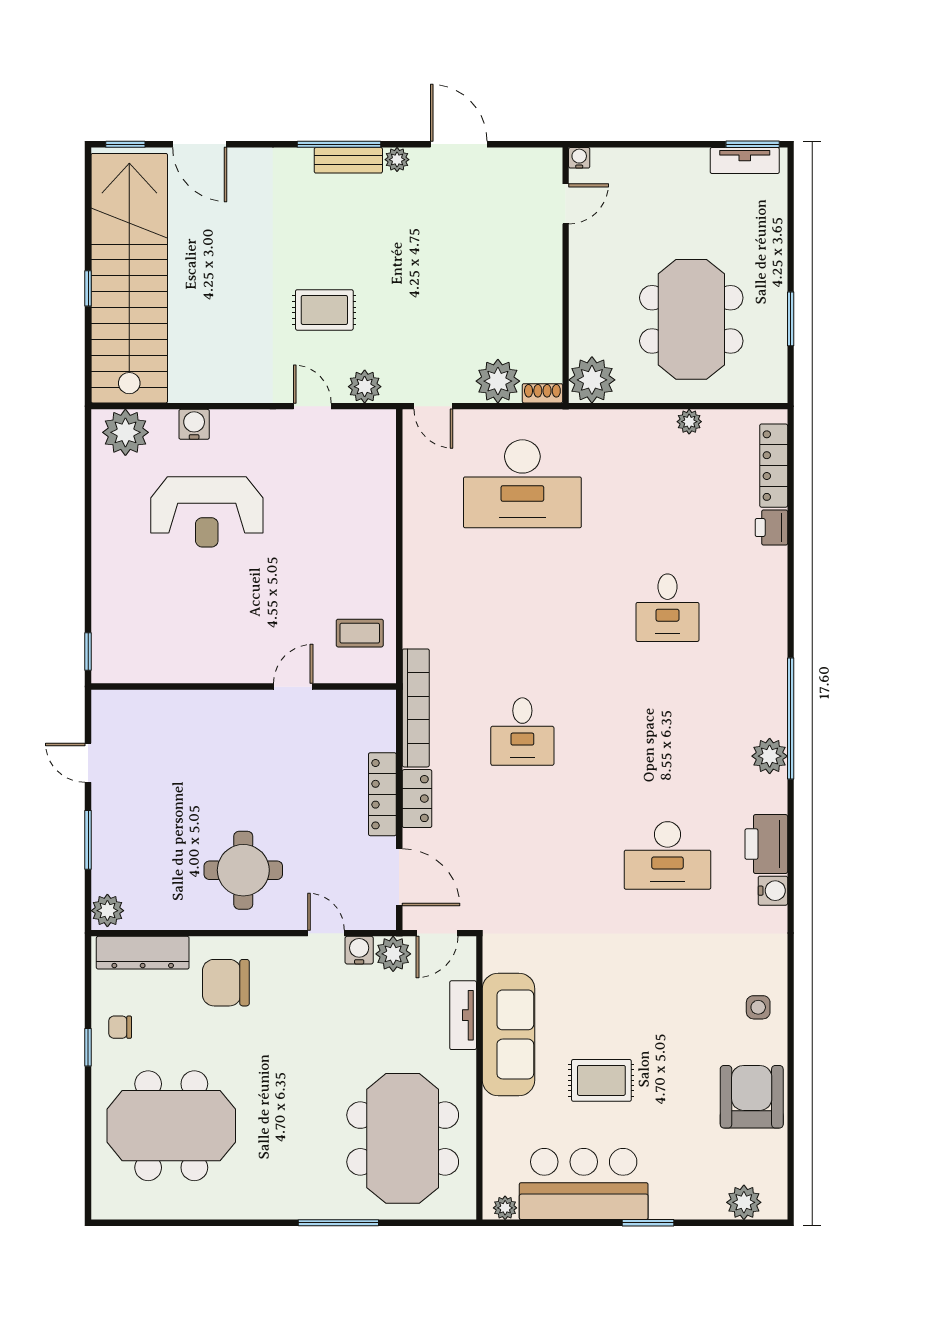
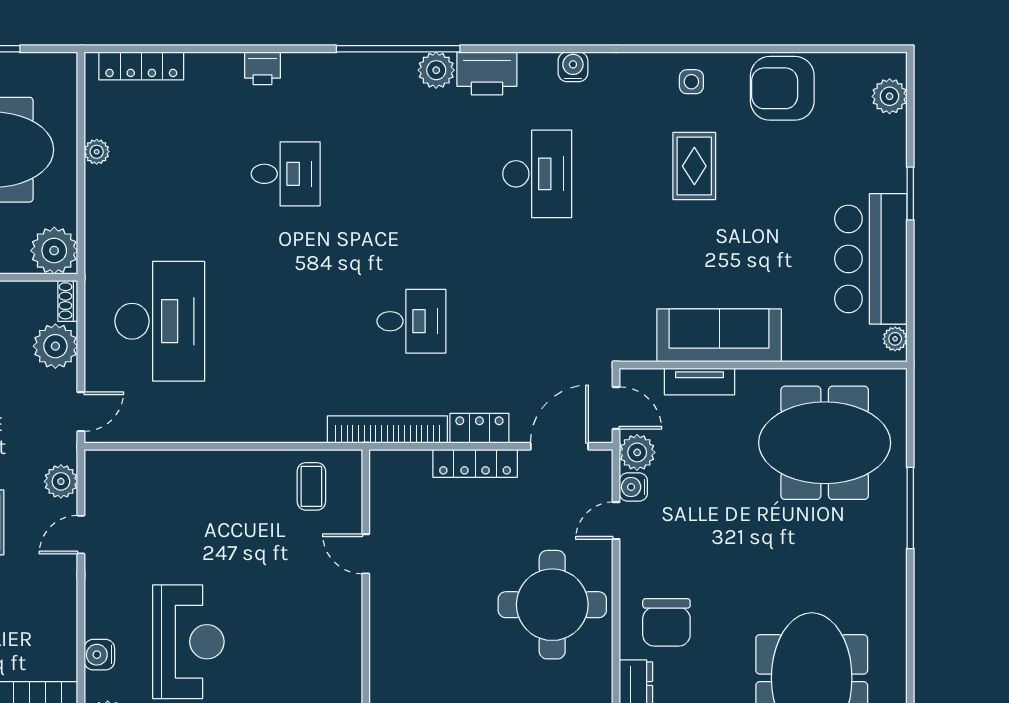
printer: (771, 527) -> (263, 68), moved
printer: (766, 844) -> (487, 73), moved
round table: (243, 870) -> (552, 605), width x1.36, depth x1.36
rug: (601, 1080) -> (694, 166), moved

